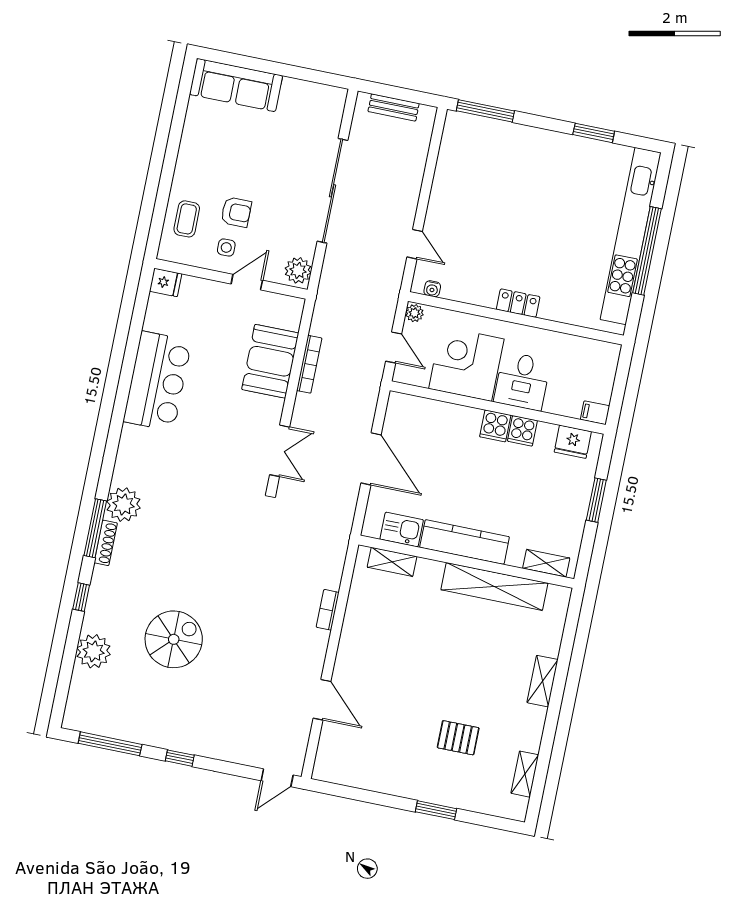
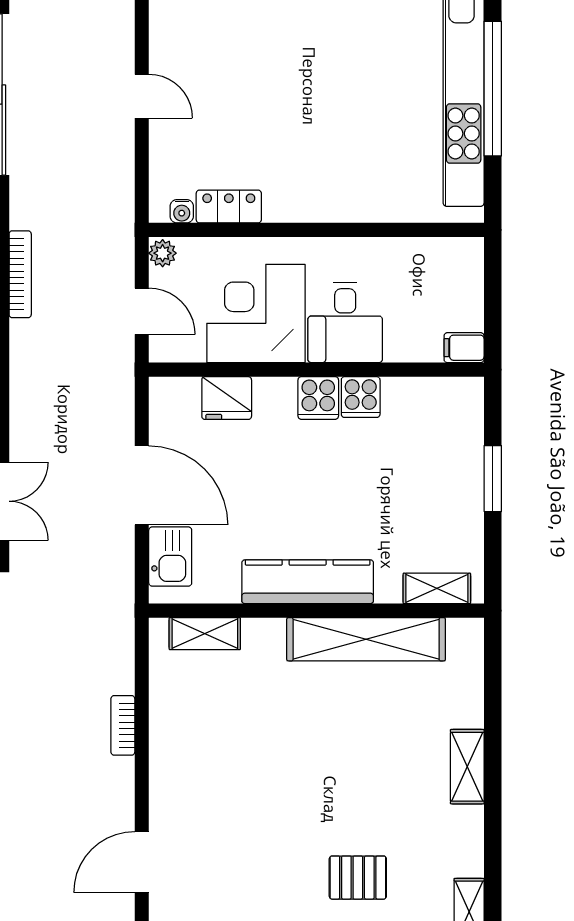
door: (415, 244) -> (142, 96), moved
locker: (518, 303) -> (229, 206), moved
bookcase: (309, 364) -> (20, 274), moved
fridge: (573, 442) -> (227, 398), moved
kitchen sink: (402, 530) -> (170, 557), moved, turned 90
door: (322, 700) -> (142, 862), swing flipped

